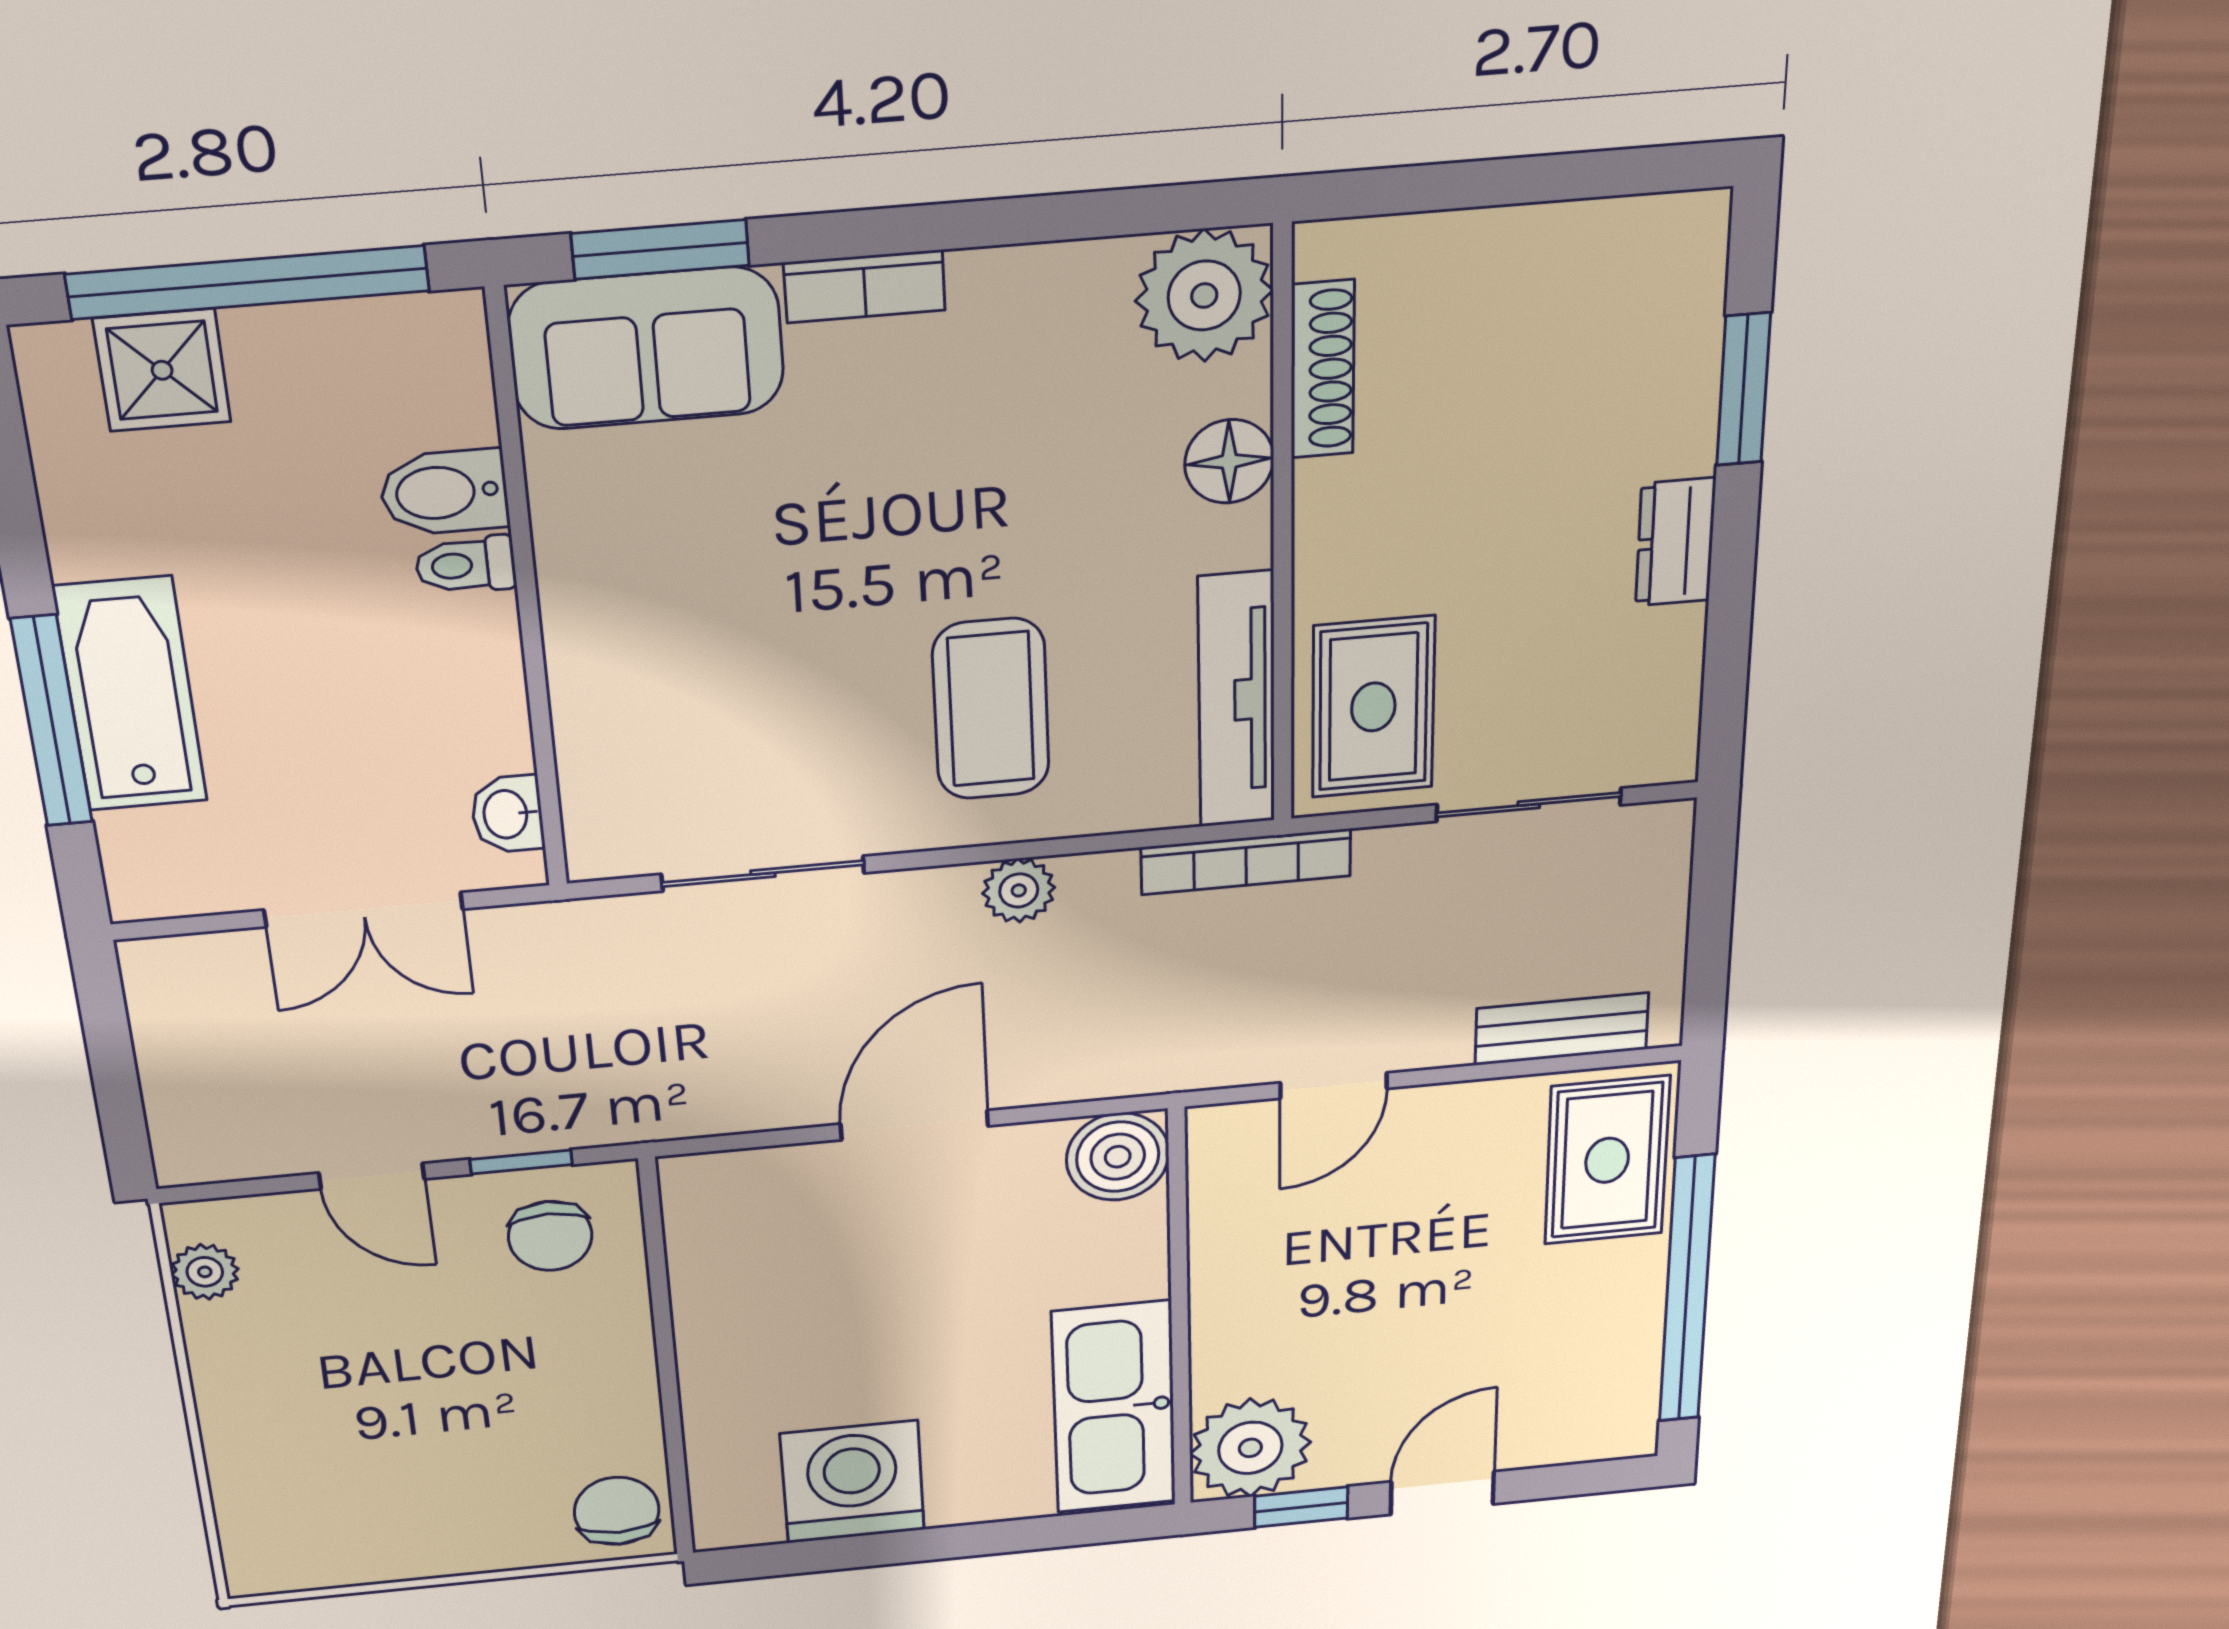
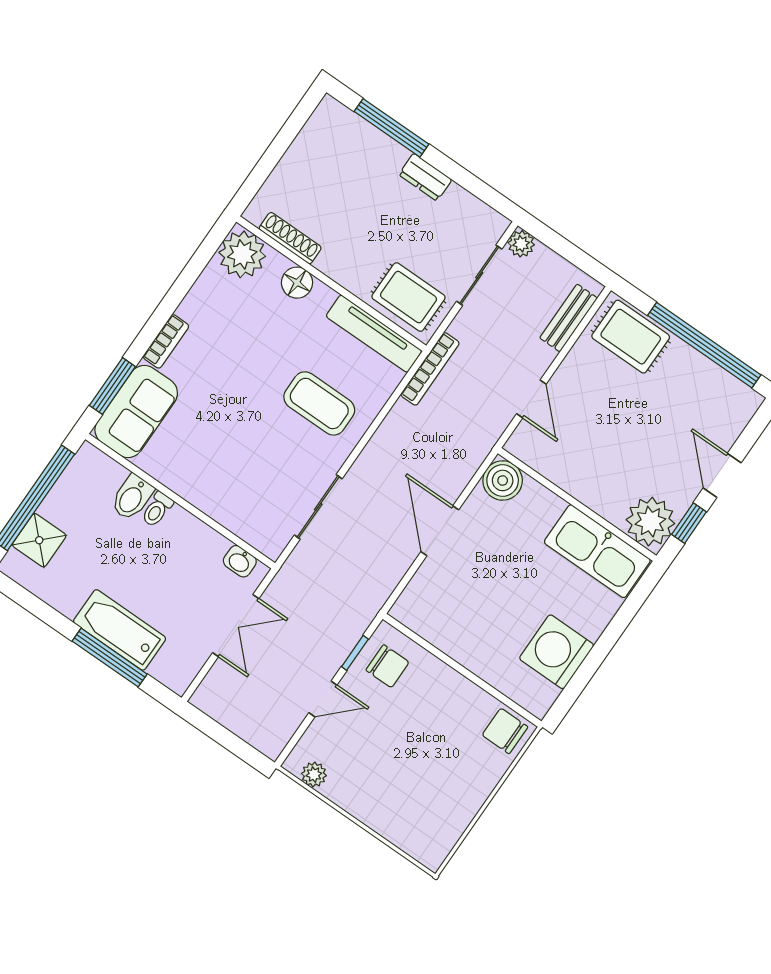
window: (1743, 389) -> (392, 128), width x1.44
plant: (1019, 890) -> (521, 244), moved

